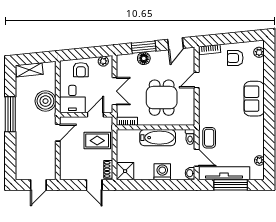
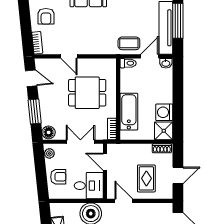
floor lamp: (144, 58) -> (49, 132), moved
bathtub: (158, 138) -> (129, 112), moved
rug: (97, 141) -> (146, 178), moved
washing machine: (162, 172) -> (164, 112), moved
door: (94, 185) -> (178, 175), moved

